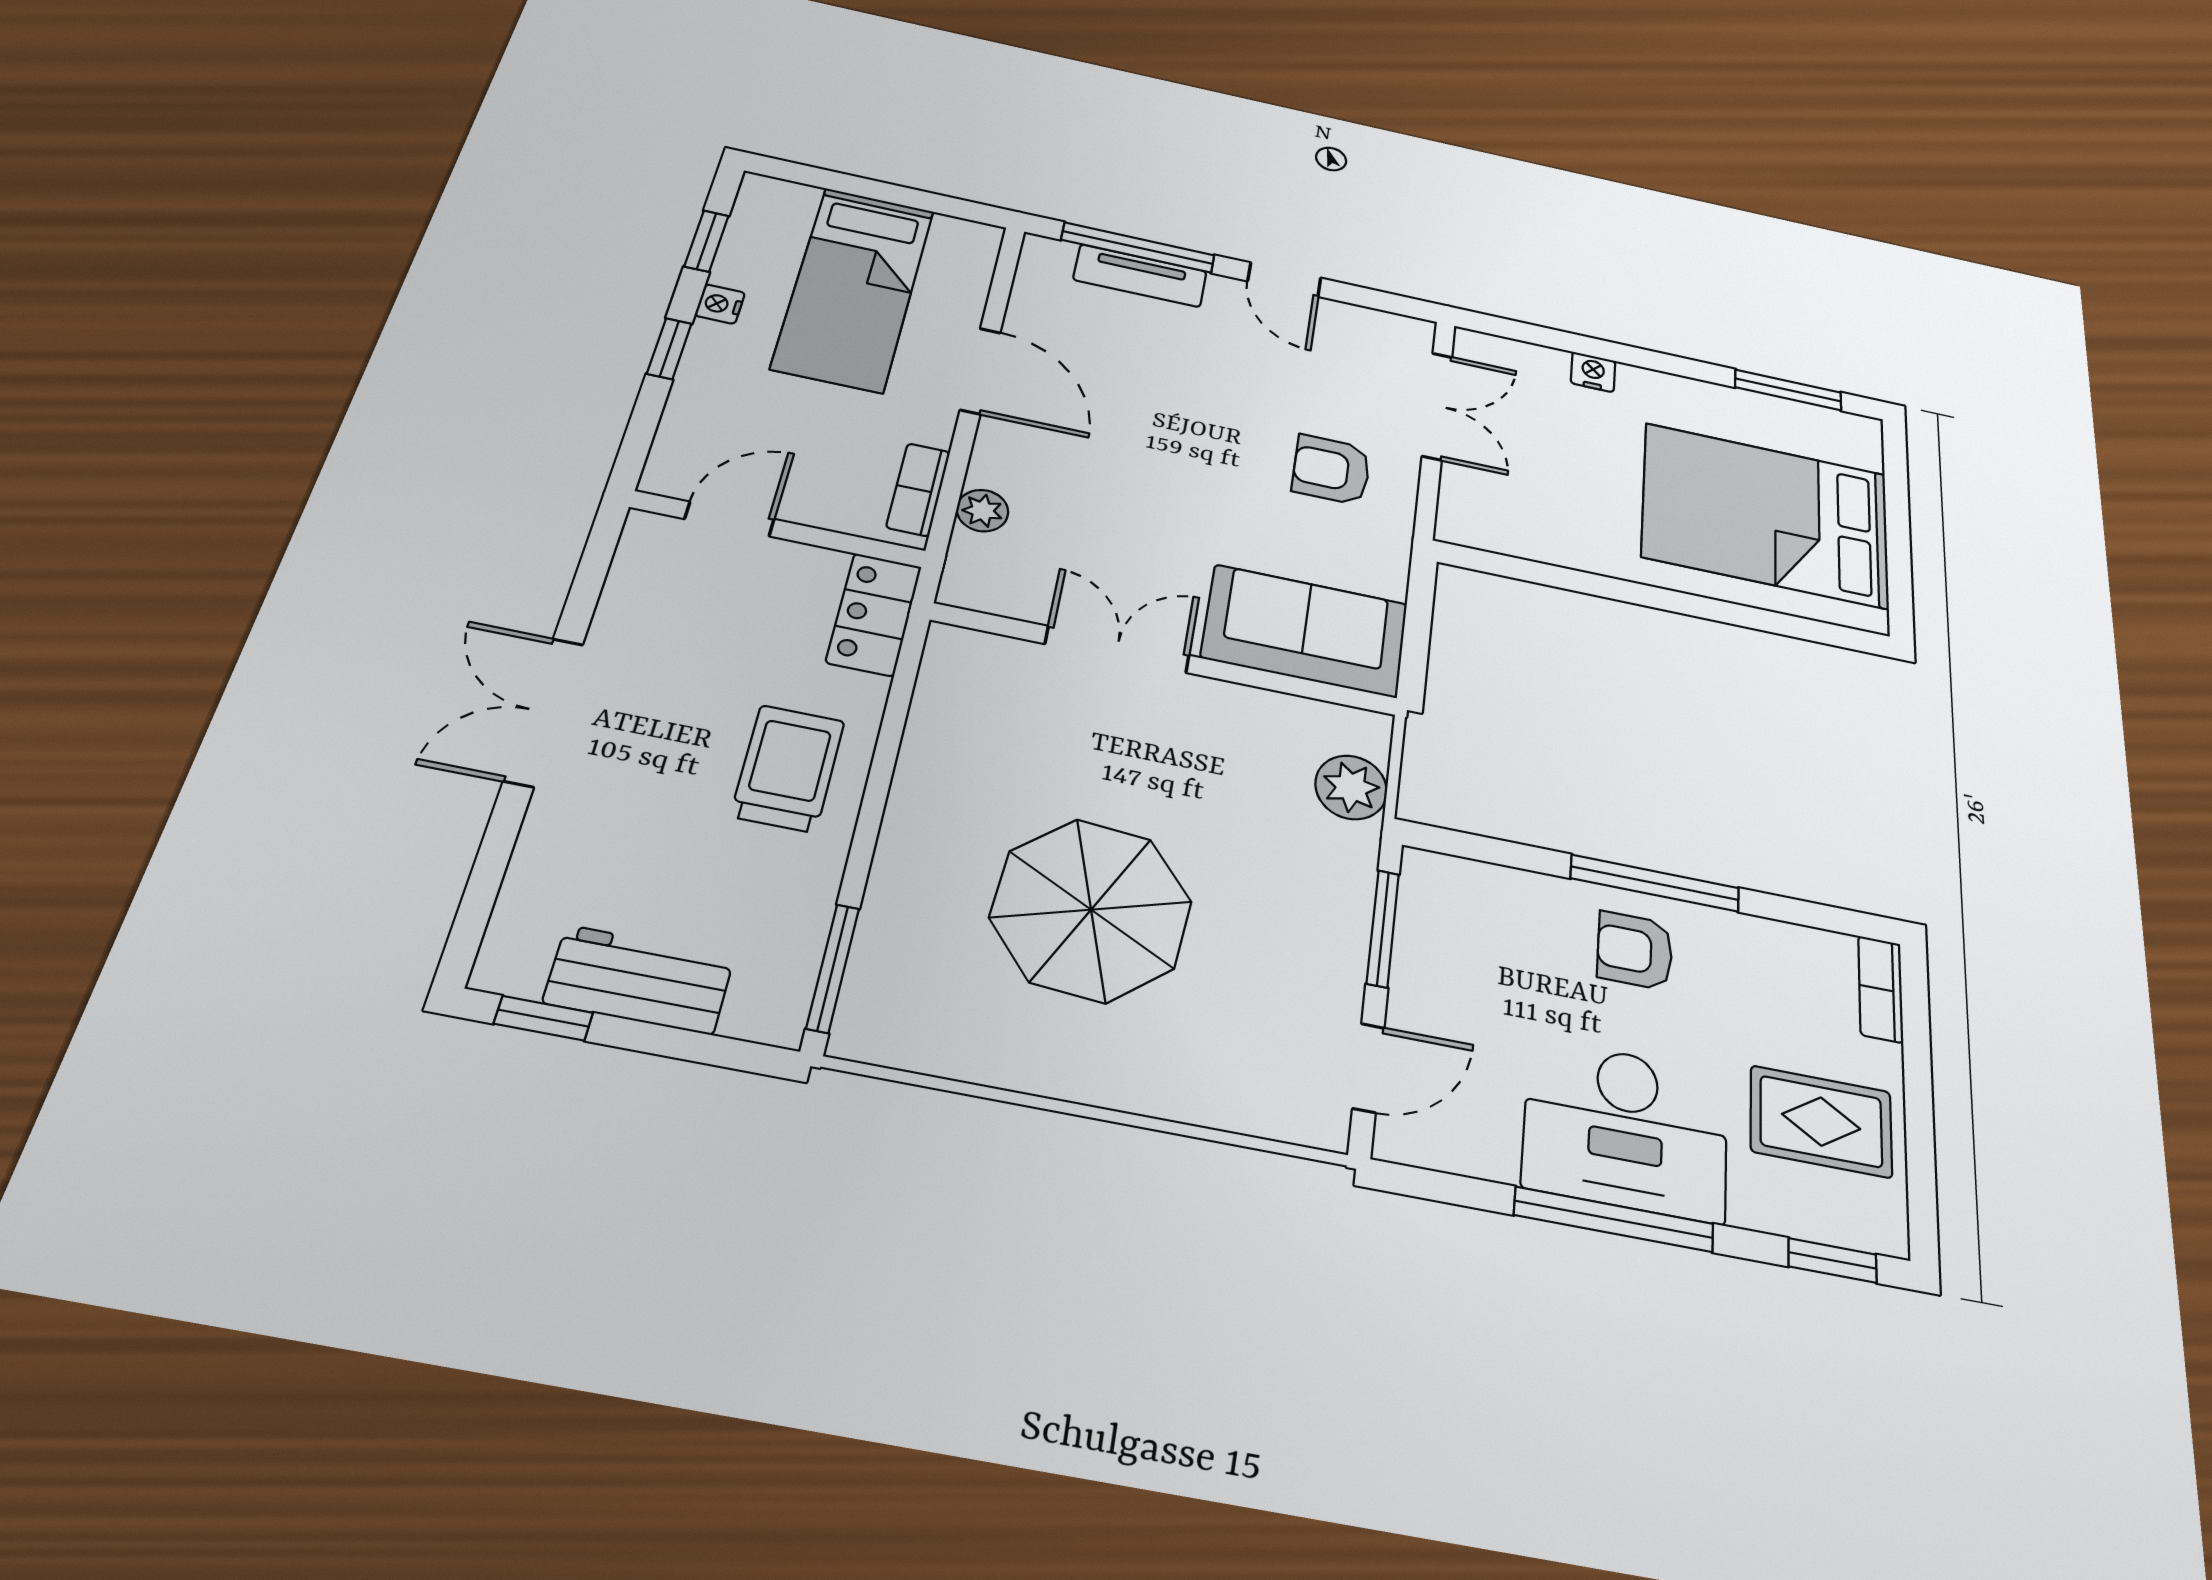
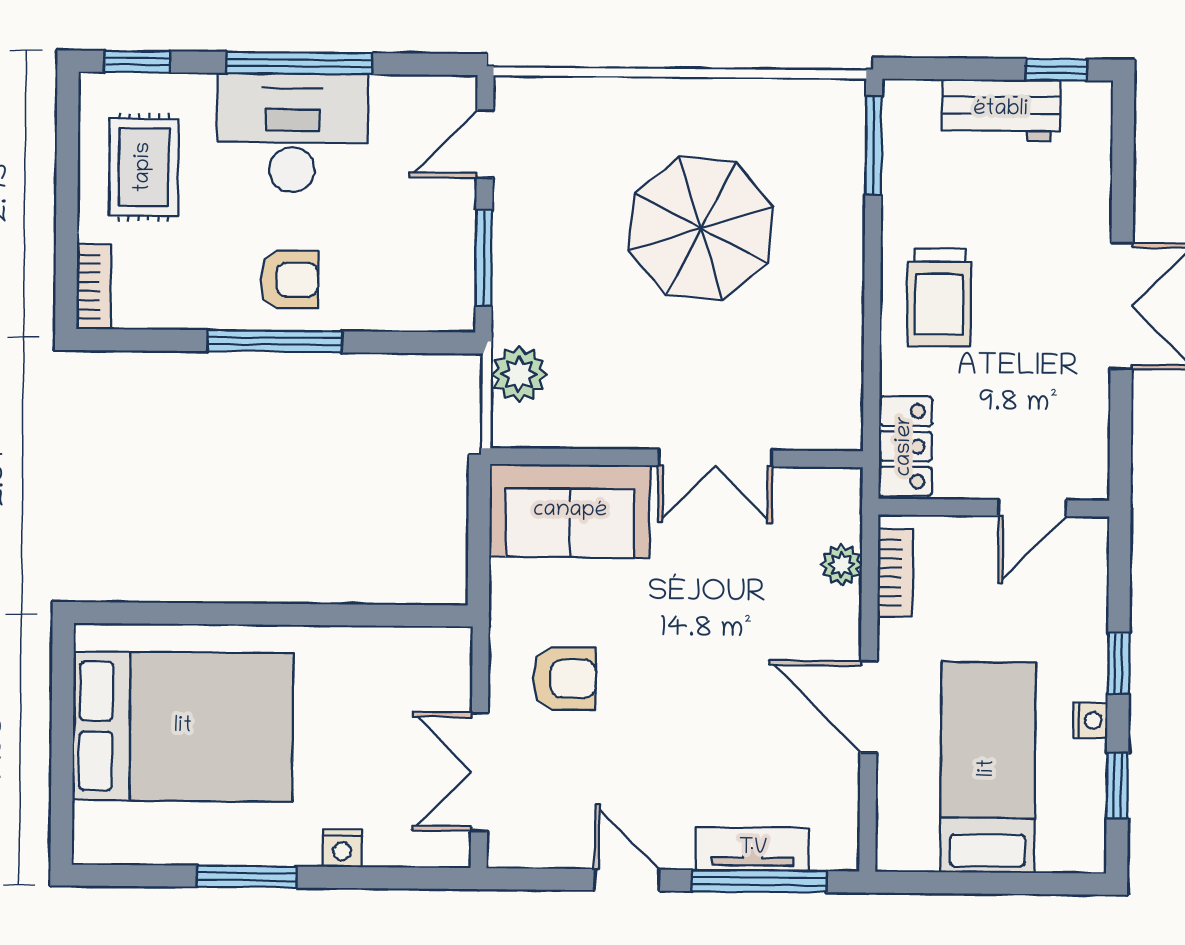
window: (1788, 390) -> (247, 877), moved
rug: (1821, 1122) -> (144, 167), turned 90

